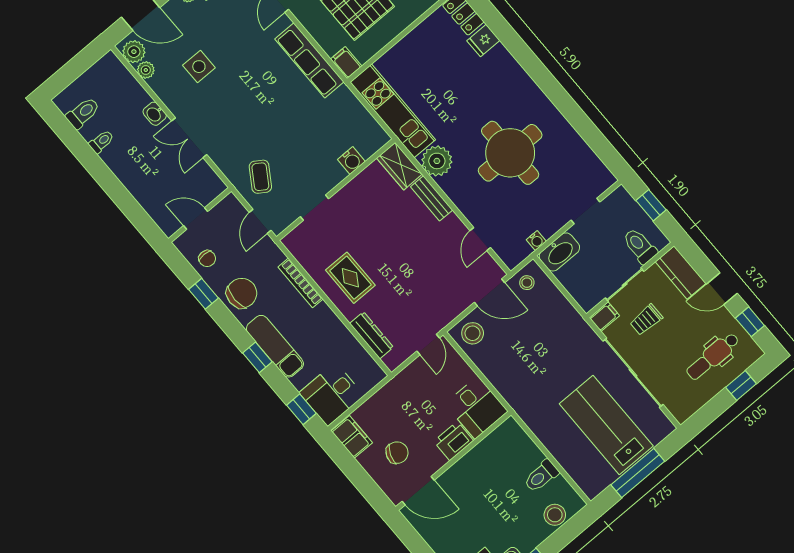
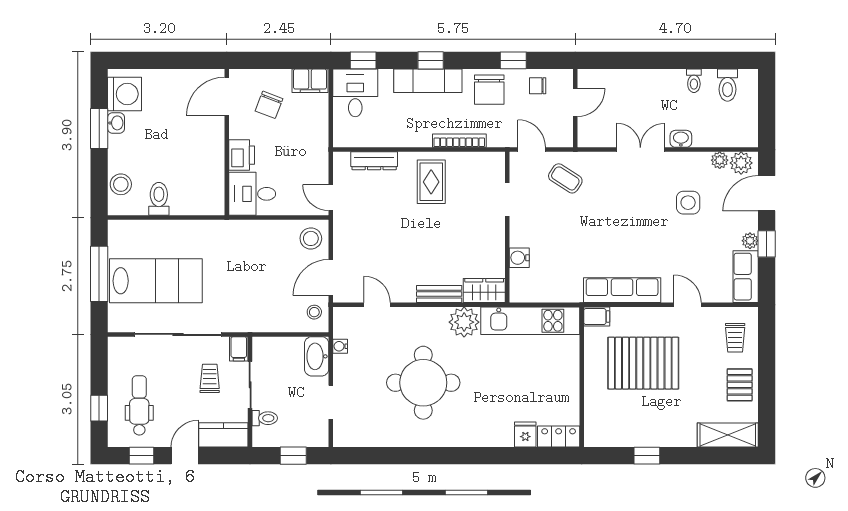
toilet: (640, 246) -> (265, 418), width x0.73, depth x0.72
rug: (350, 278) -> (431, 182), turned 90

